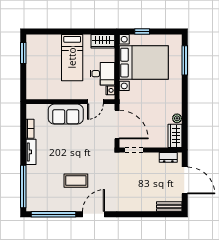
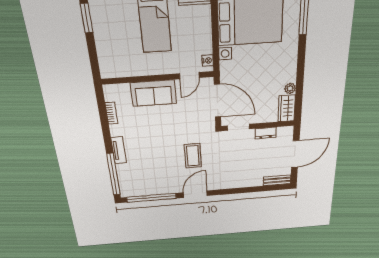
desk: (102, 74) -> (196, 40), removed
tv unit: (31, 152) -> (119, 150), moved
dresser: (168, 157) -> (266, 133), moved
door: (185, 180) -> (295, 154), hinge flipped
coffee table: (76, 181) -> (193, 156), moved, turned 90

